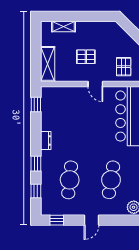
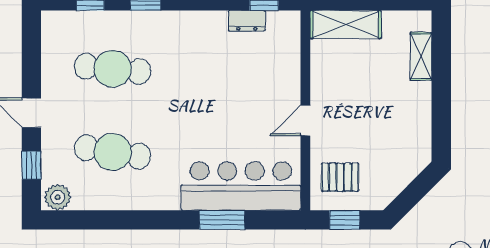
pallet: (86, 57) -> (360, 101), removed
dresser: (46, 140) -> (247, 21), moved
window: (57, 220) -> (31, 165), moved

